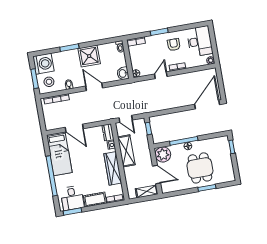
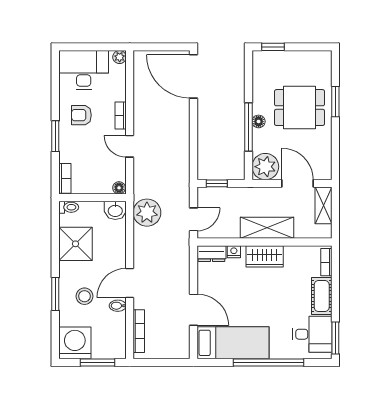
shower: (89, 56) -> (75, 244), moved
stool: (49, 82) -> (84, 296), moved
door: (94, 87) -> (130, 283), moved
plant: (125, 92) -> (147, 213), added
door: (74, 128) -> (194, 310), hinge flipped
shelving: (126, 151) -> (267, 228), moved
wardrobe: (113, 168) -> (265, 256), width x0.67
door: (157, 174) -> (298, 183), hinge flipped

